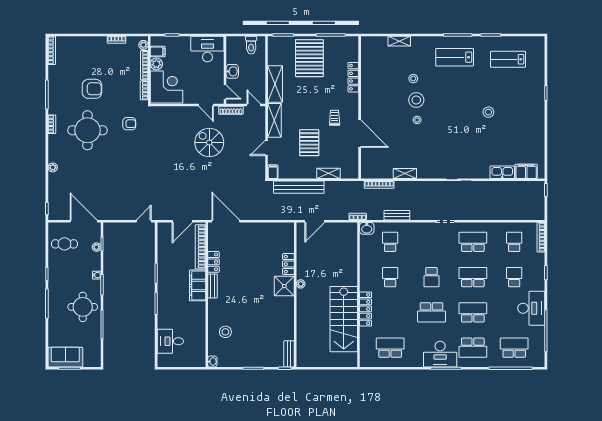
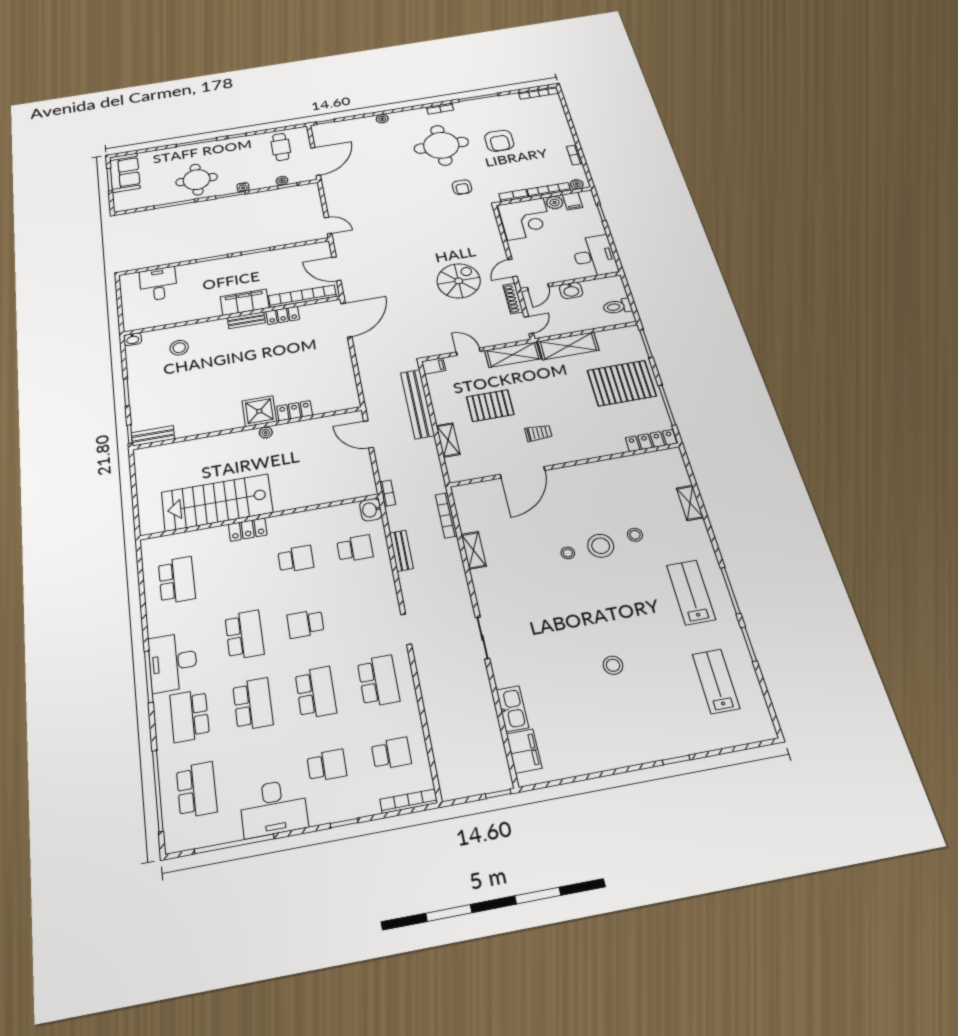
locker: (353, 77) -> (651, 441), moved
locker: (366, 309) -> (248, 530), width x0.66
school desk: (432, 312) -> (244, 635), turned 180

